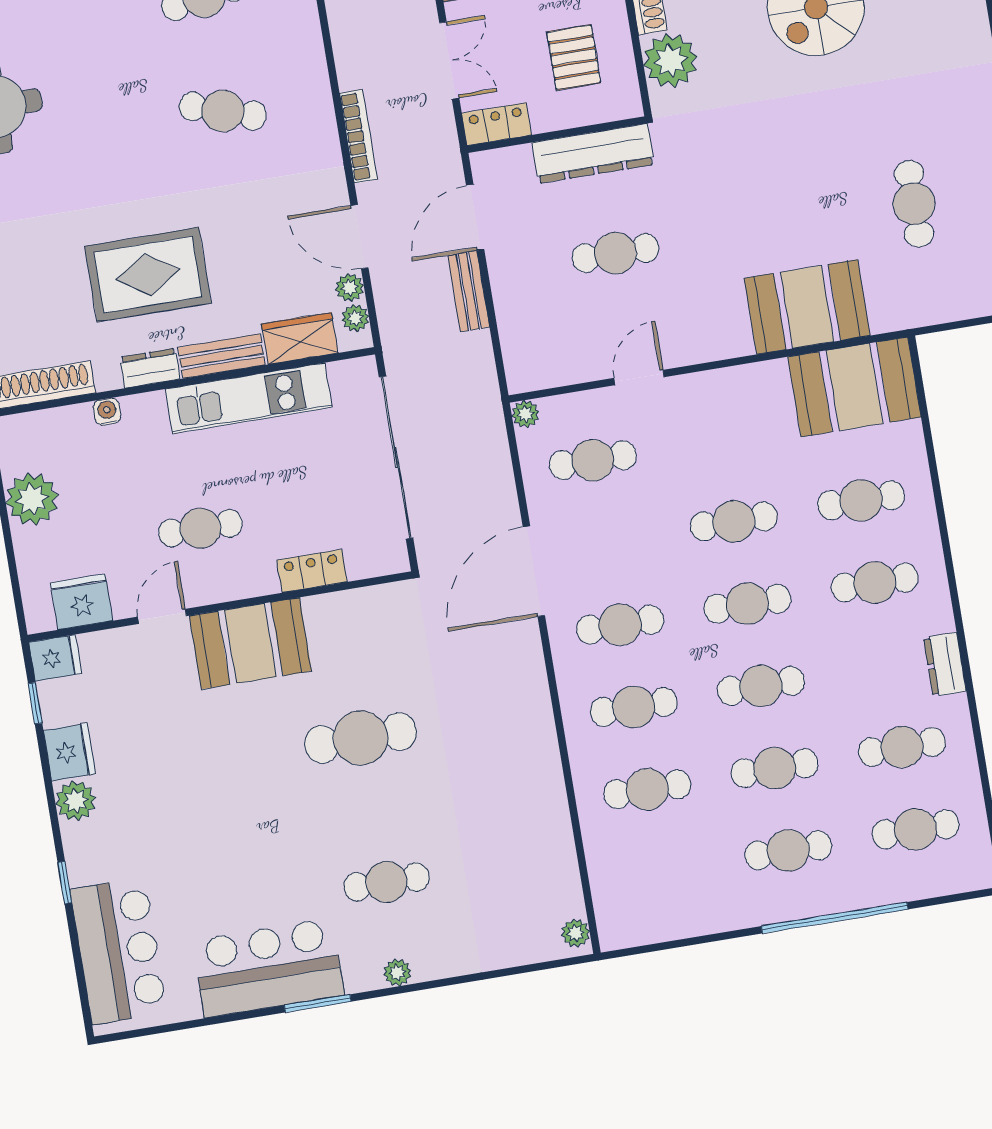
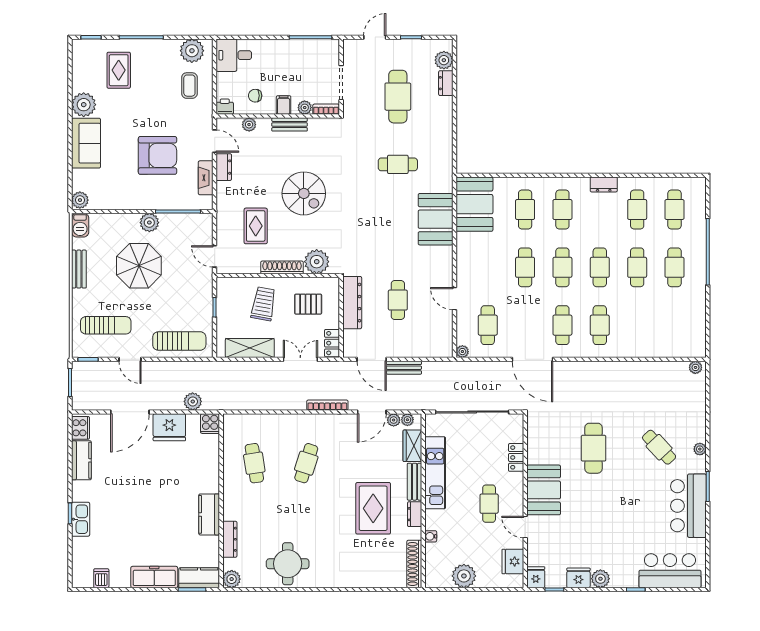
cafe table: (647, 789) -> (637, 325), removed
cafe table: (387, 882) -> (659, 447), turned -43

